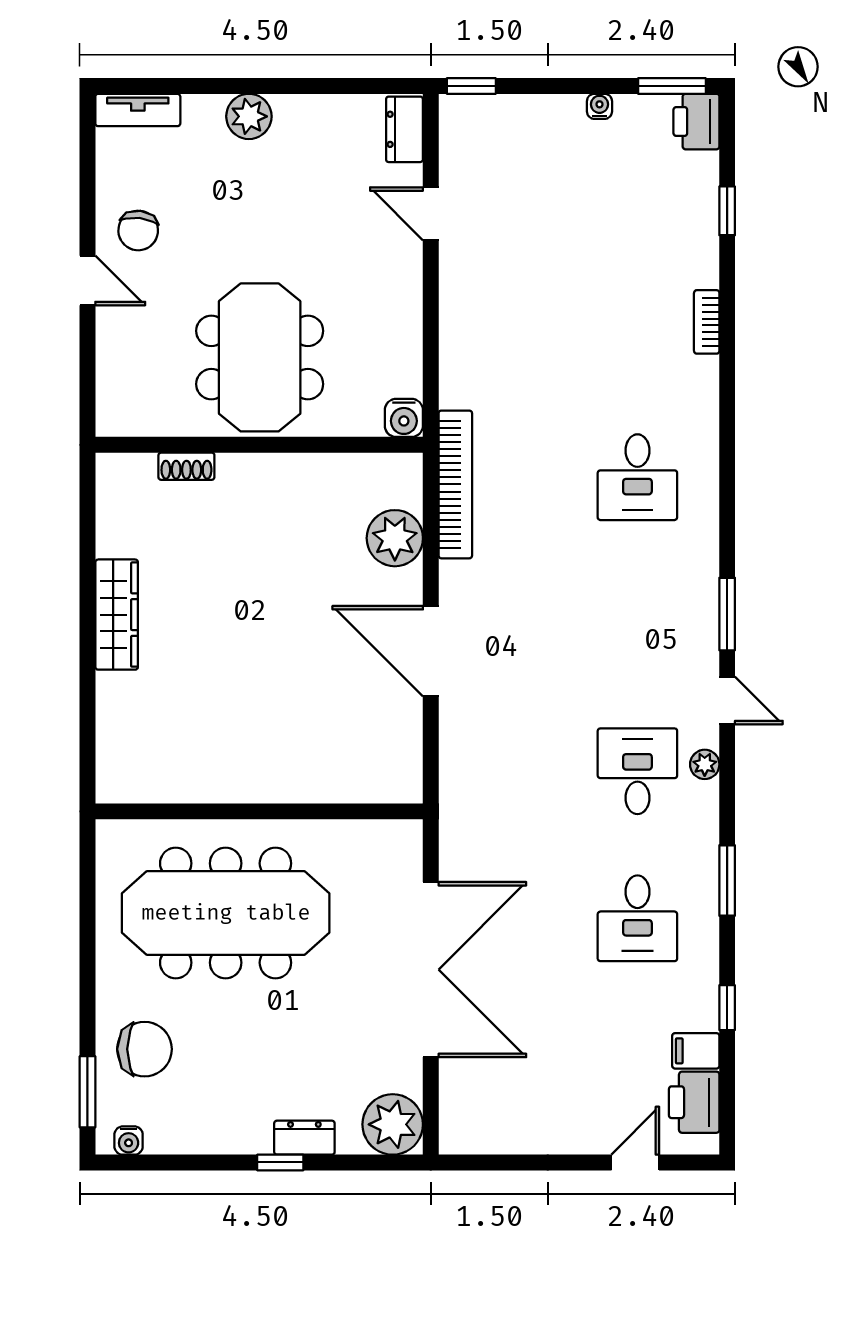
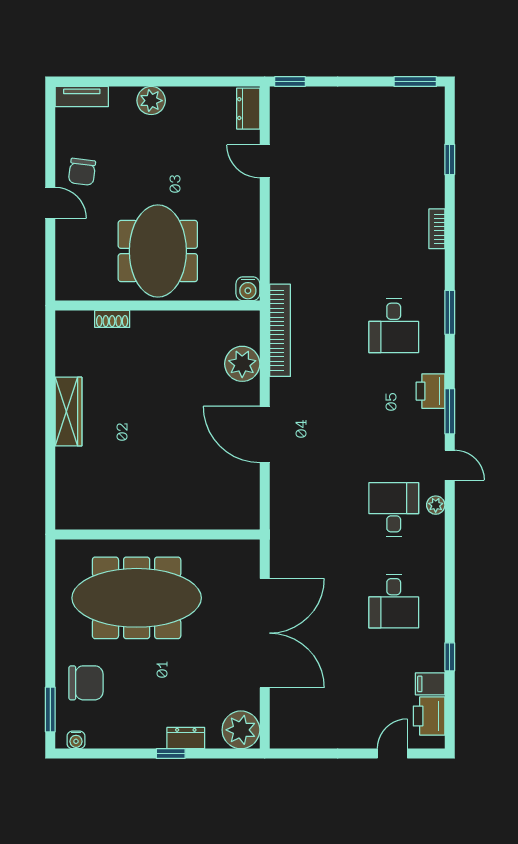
water cooler: (599, 106) -> (370, 94), removed
printer: (696, 122) -> (431, 391), moved
window: (727, 881) -> (450, 312), moved

